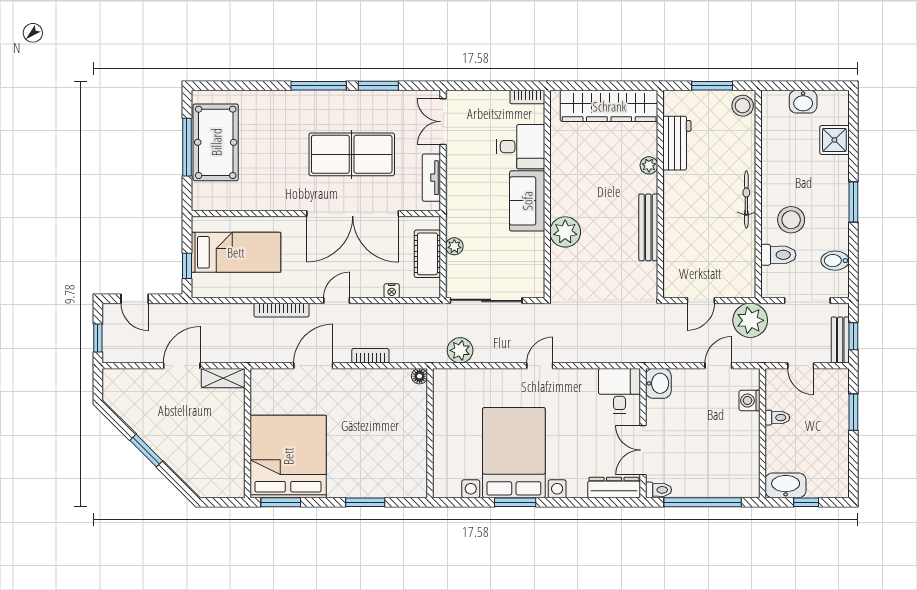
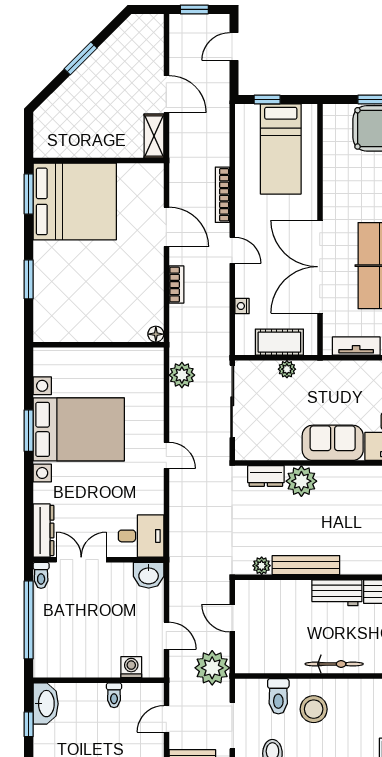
plant: (649, 165) -> (262, 566), moved
workbench: (676, 197) -> (337, 593), added
dresser: (560, 267) -> (266, 476), added

